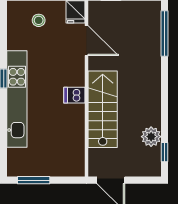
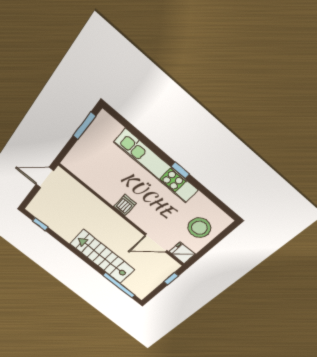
stool: (39, 20) -> (199, 228), width x1.89, depth x1.89
stairs: (103, 109) -> (102, 257), moved, turned 180
plant: (151, 137) -> (57, 225), removed

